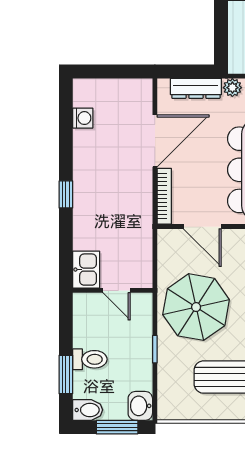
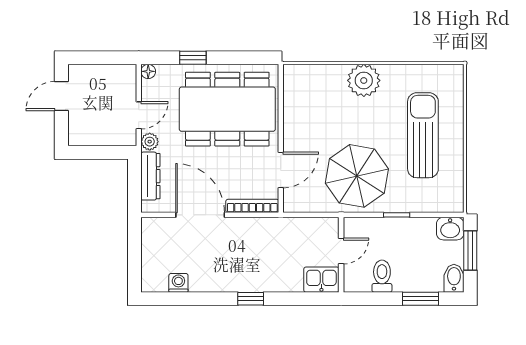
toilet: (90, 359) -> (382, 276), moved

